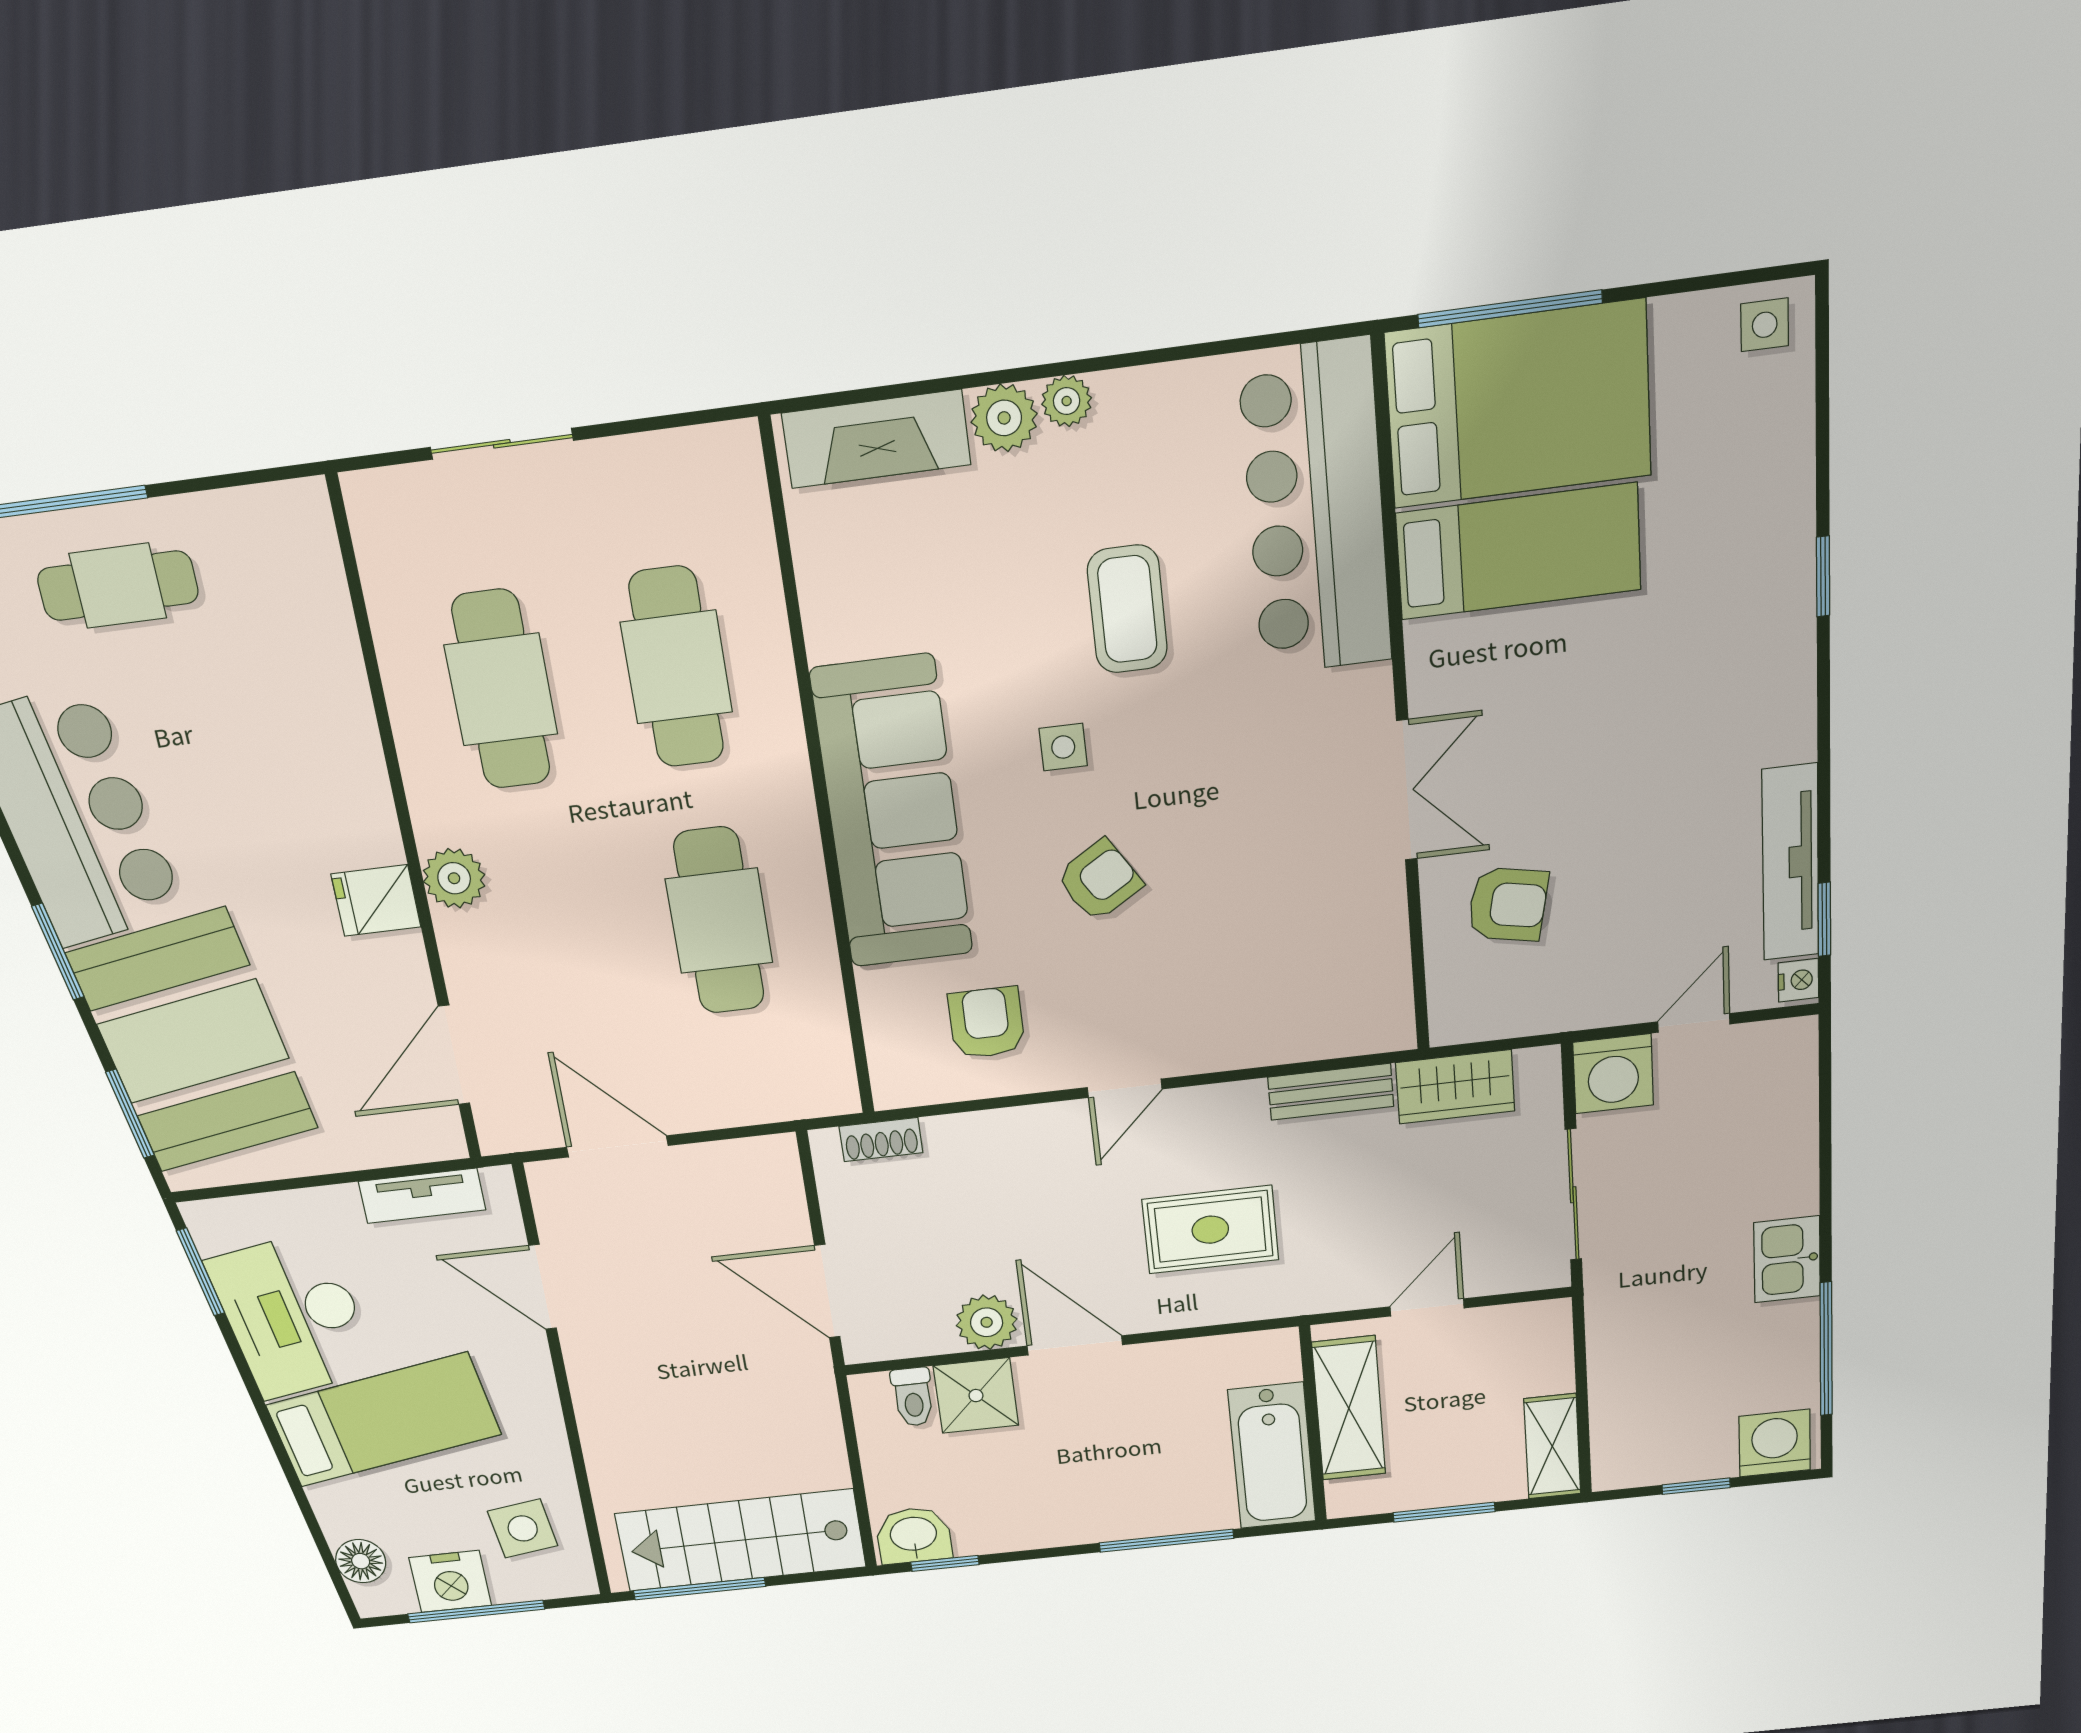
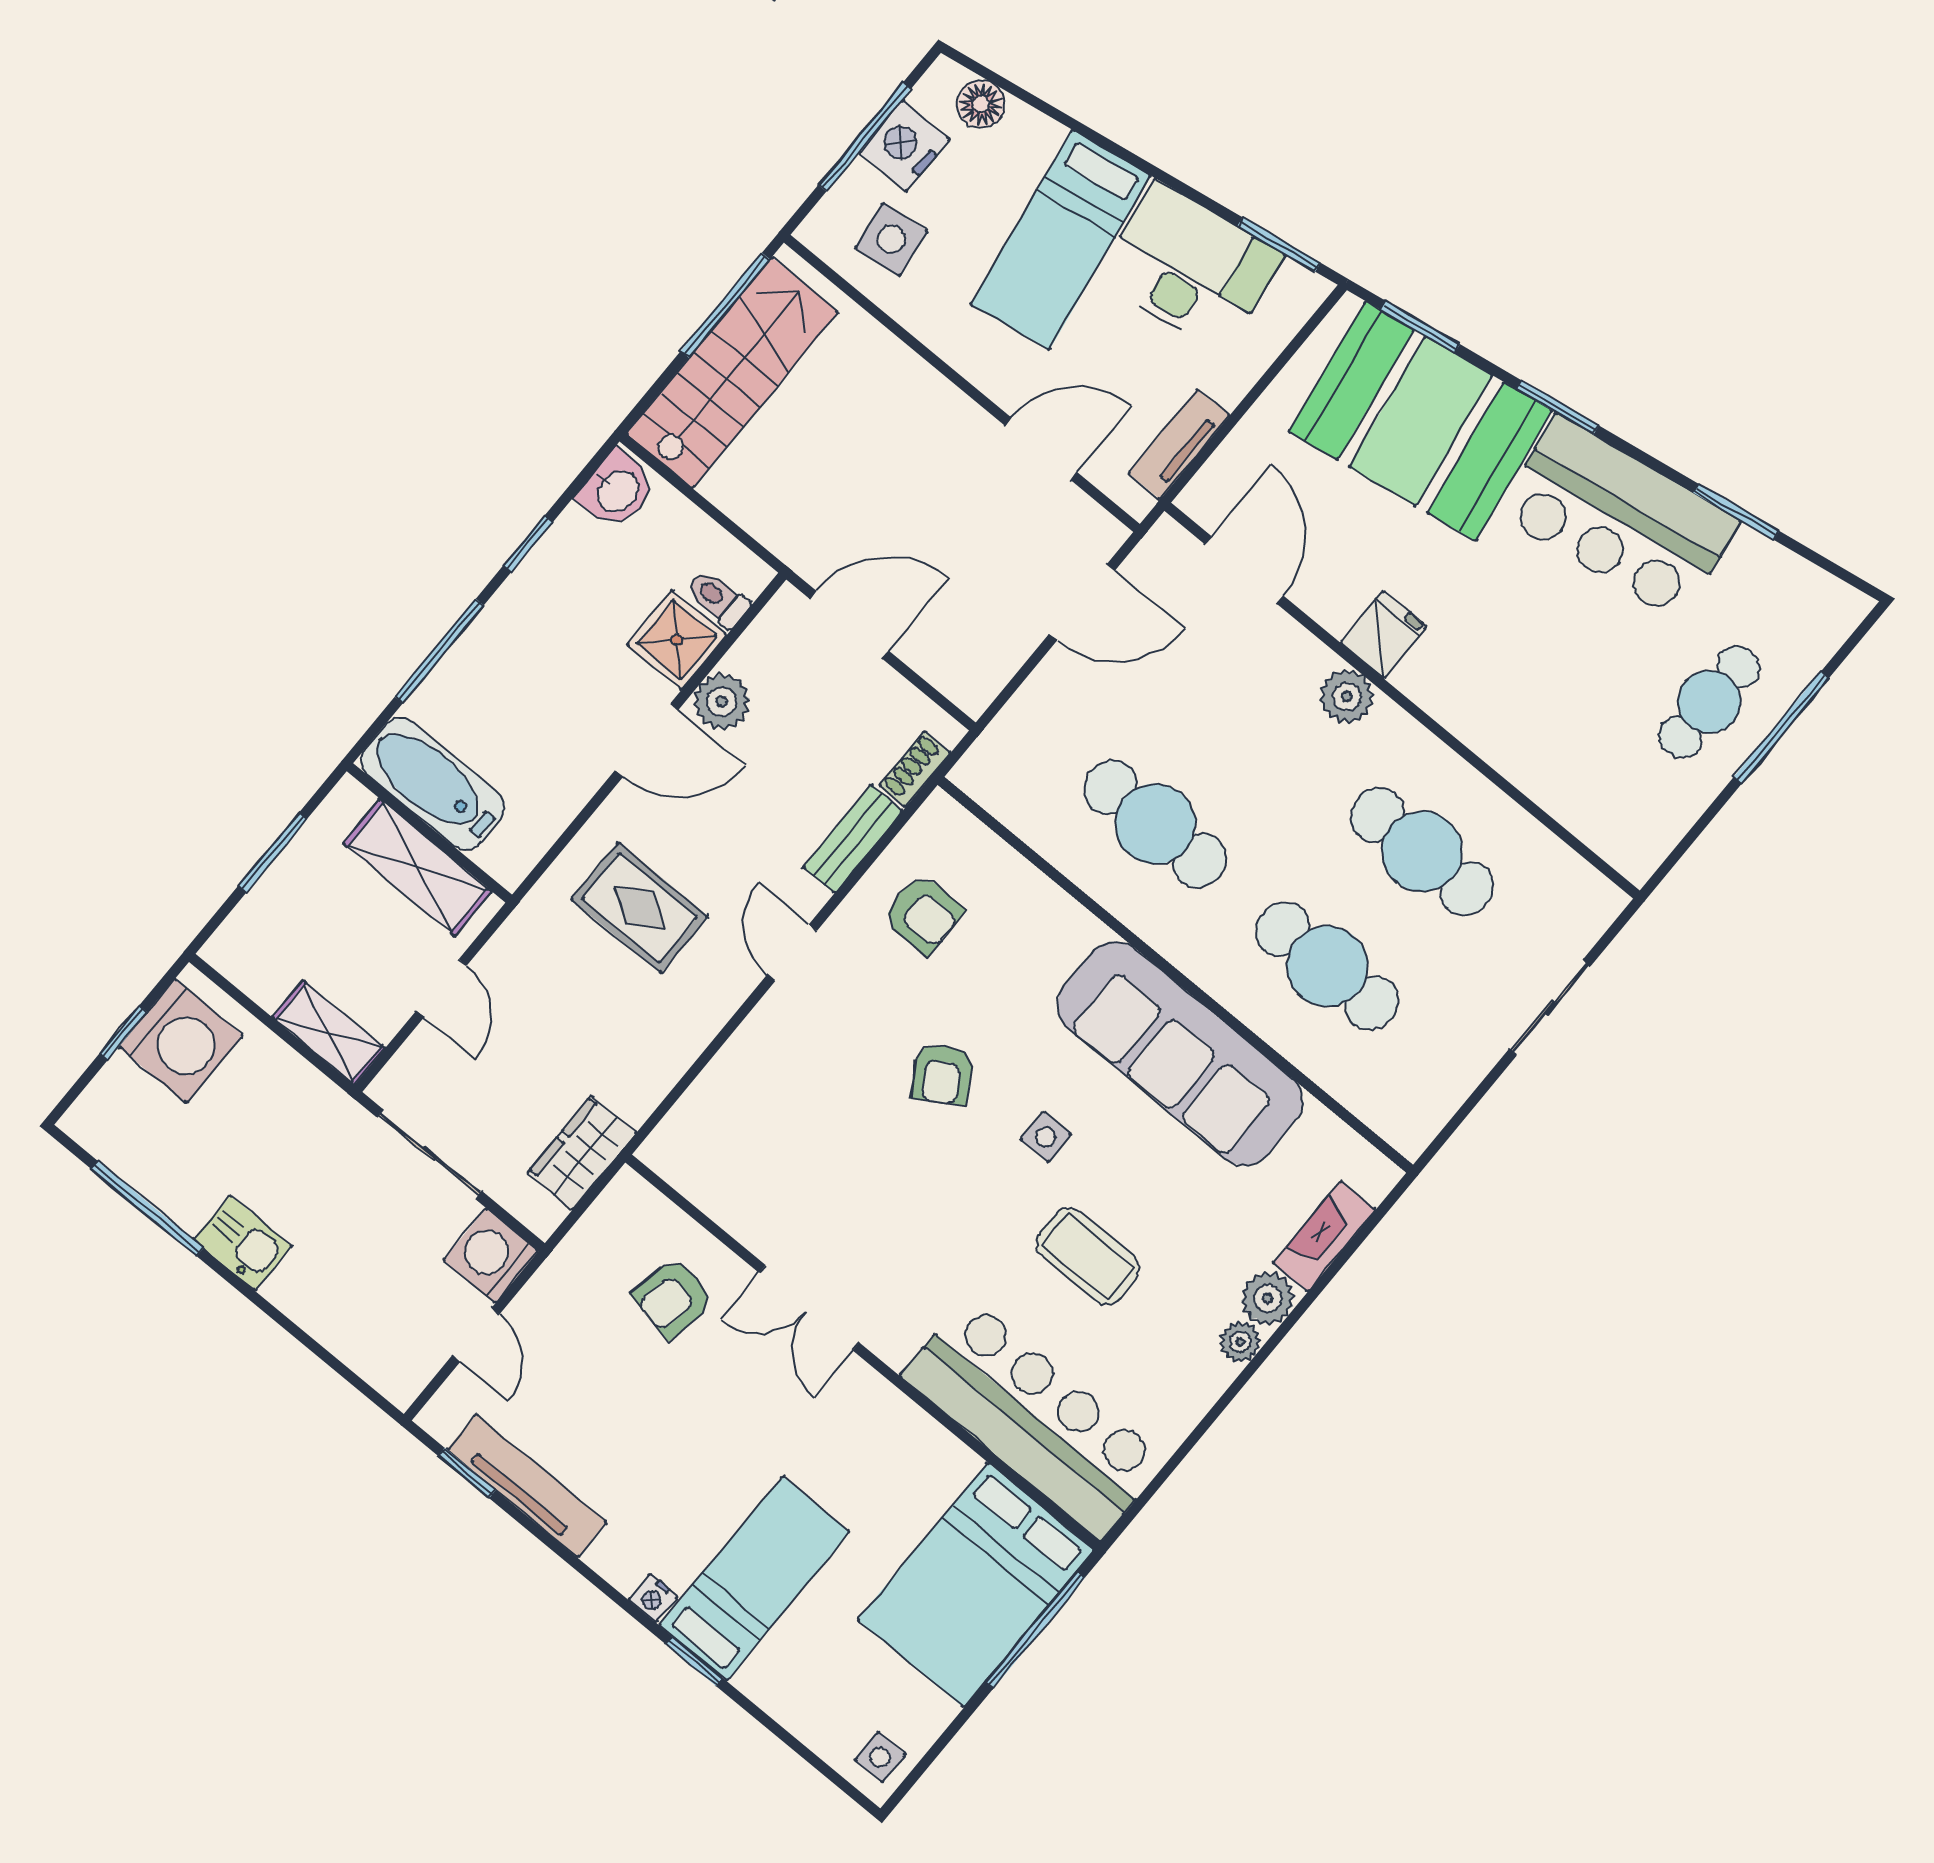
fireplace: (876, 439) -> (1324, 1236), width x0.73, depth x0.76
bed: (1518, 551) -> (755, 1579), moved, turned 180
sofa: (892, 813) -> (1180, 1054), moved
nightstand: (1798, 980) -> (653, 1598), moved
bench: (1331, 1092) -> (853, 839), moved
rug: (1210, 1230) -> (640, 908), turned 90
washing machine: (1775, 1443) -> (181, 1041), moved, width x1.37, depth x1.37
shelving: (1552, 1446) -> (329, 1033), moved
window: (945, 1563) -> (528, 544), moved

